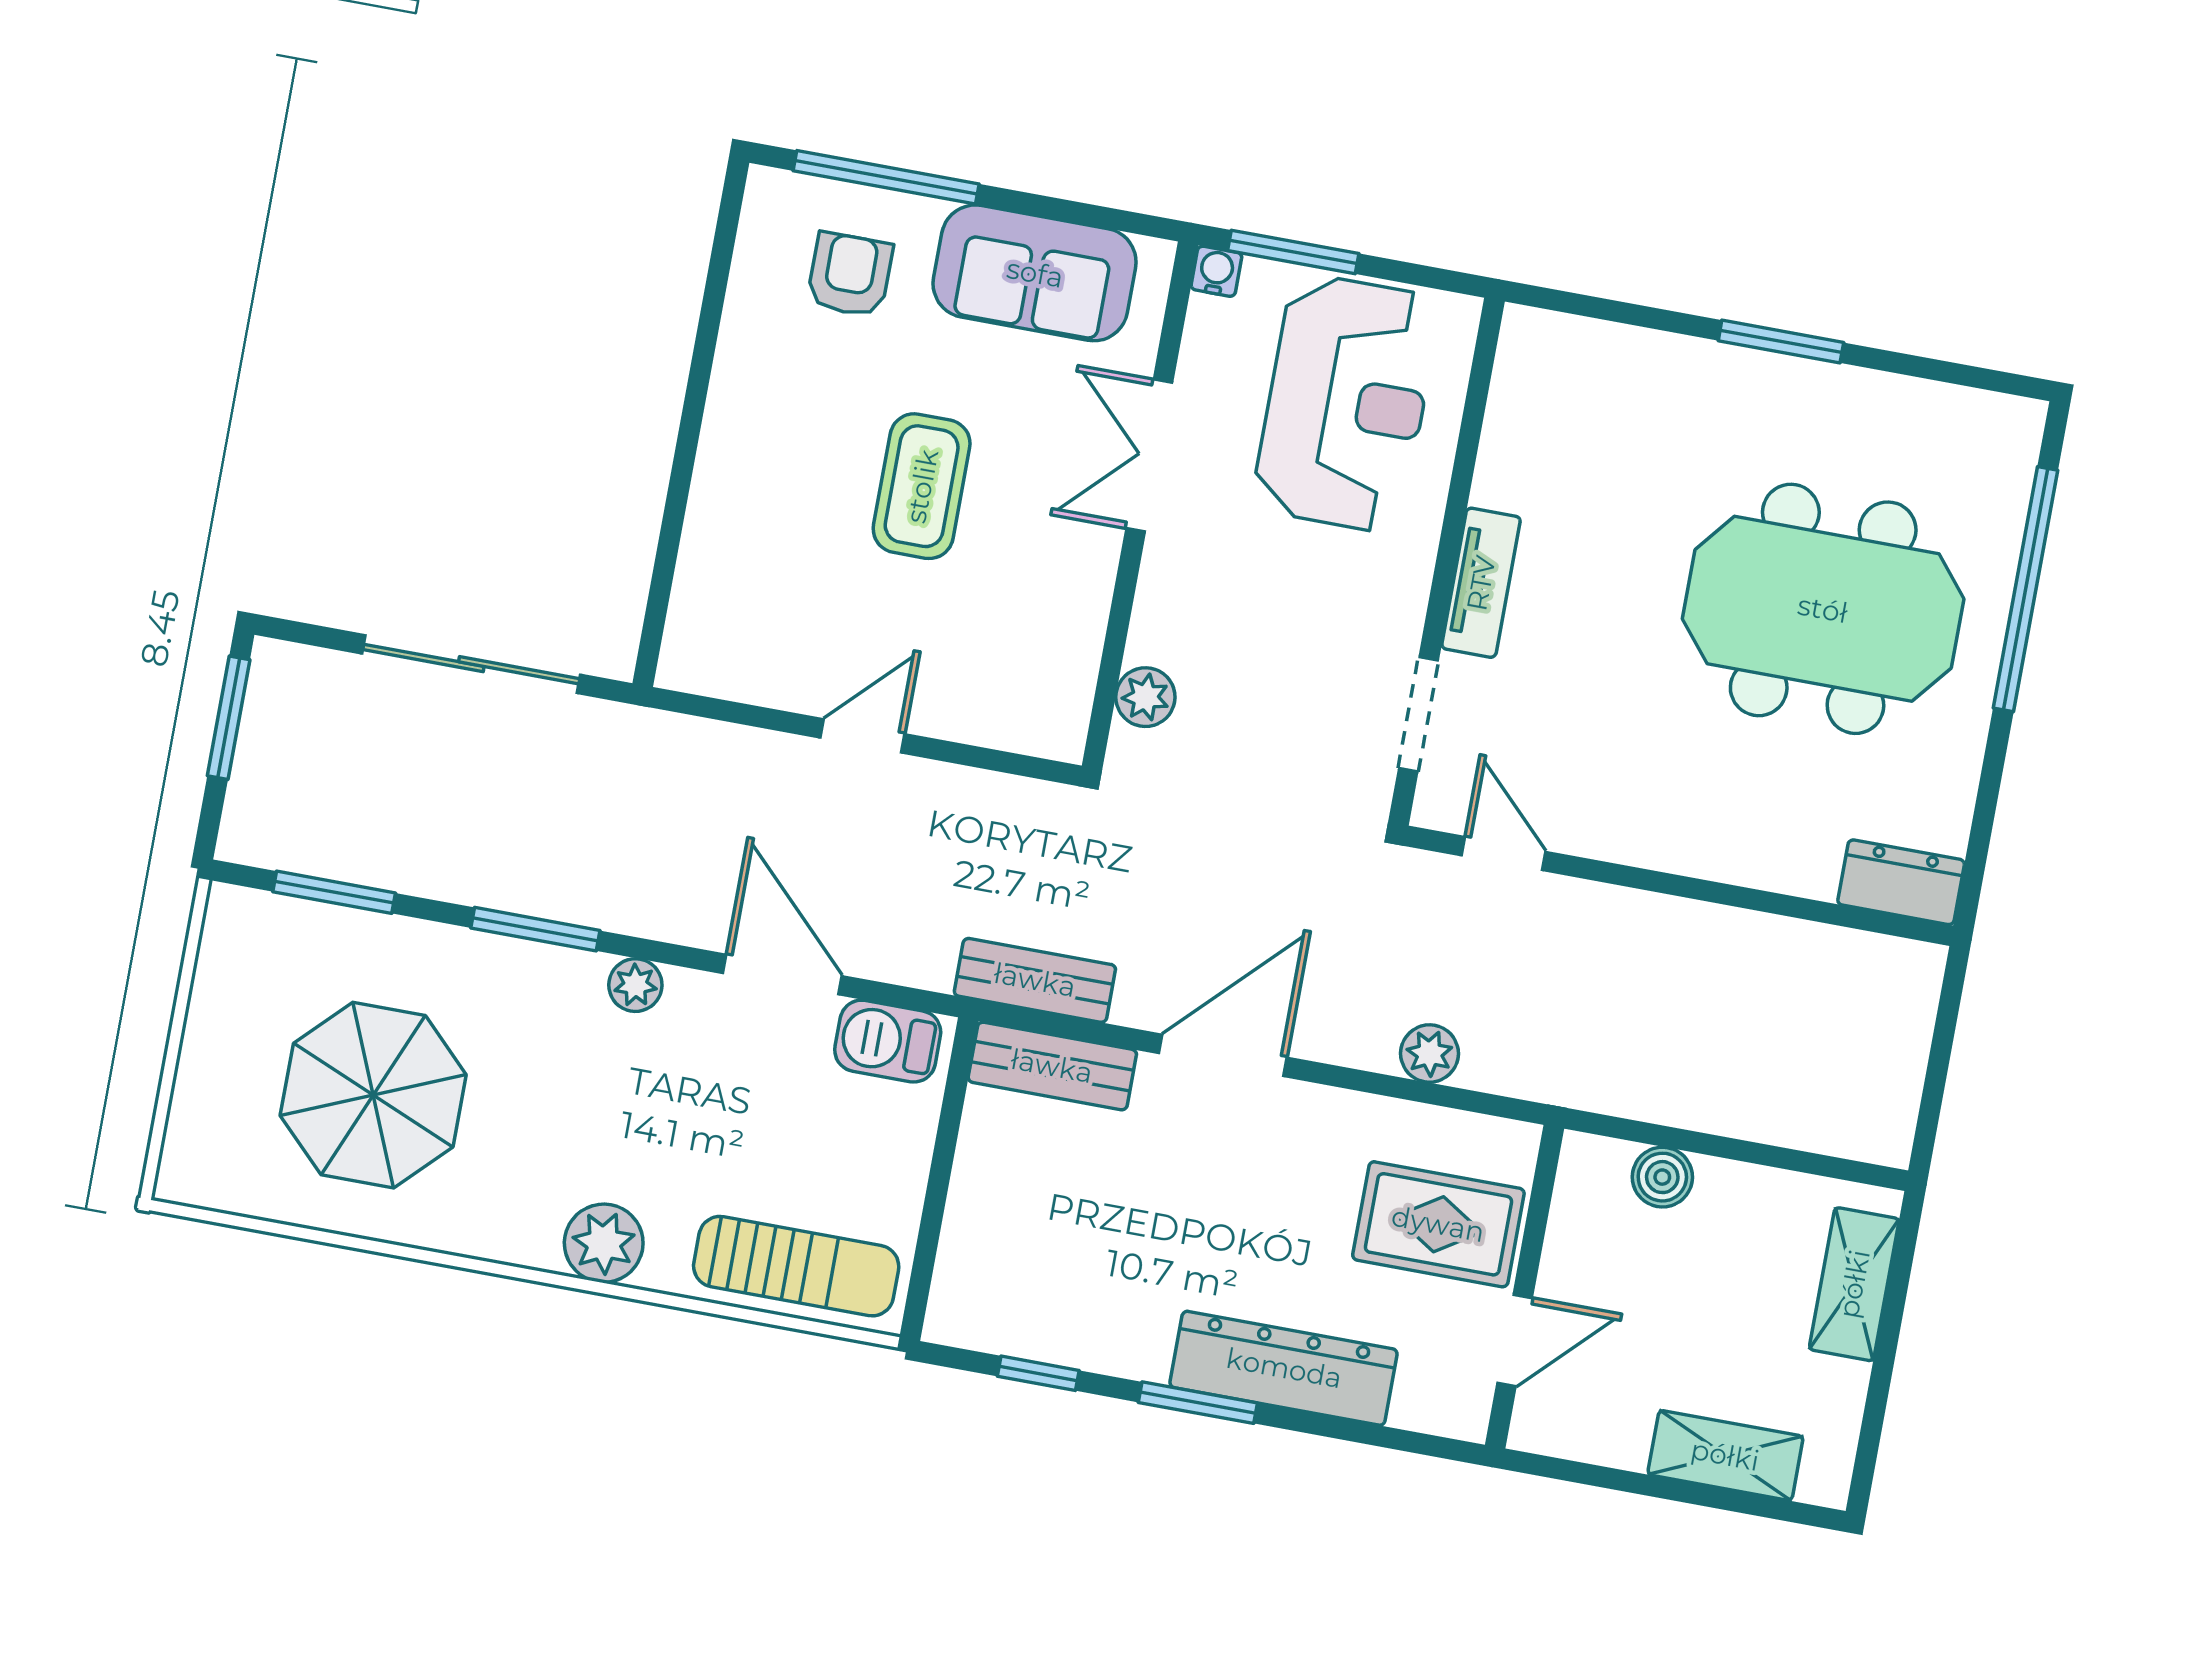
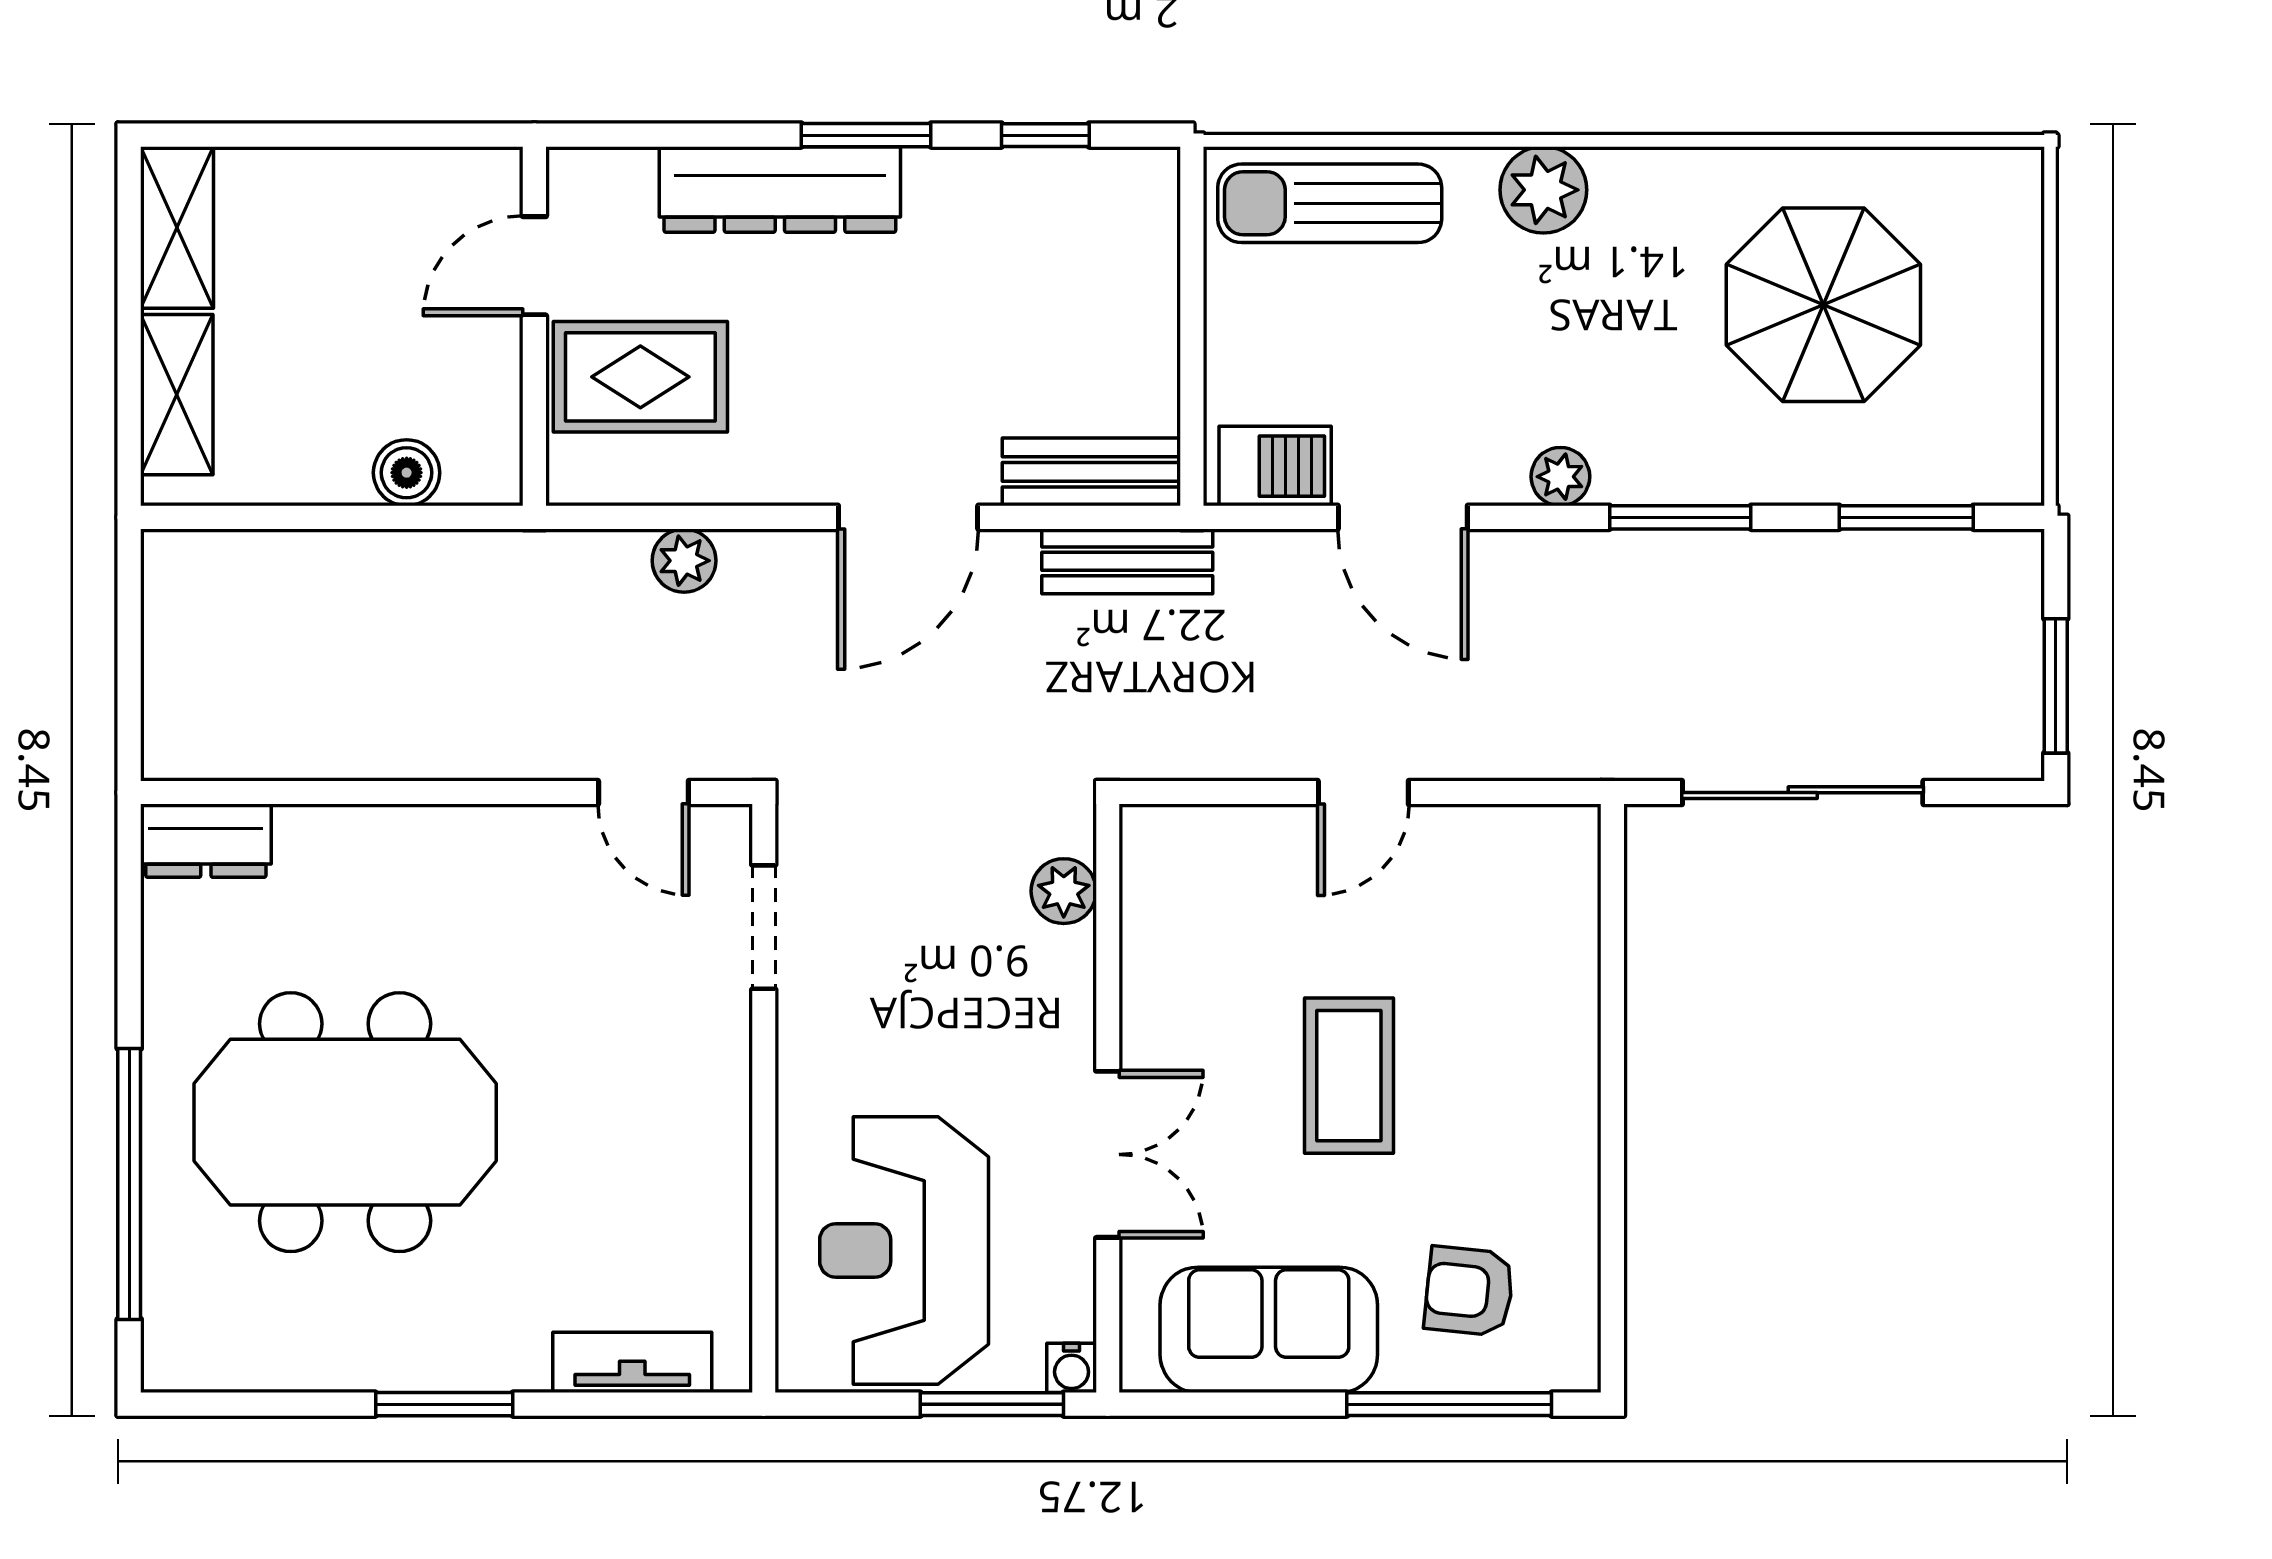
armchair: (850, 275) -> (1469, 1291), turned 96
tv unit: (1481, 583) -> (632, 1362), moved, turned 90
shelving: (1725, 1455) -> (177, 227), moved, turned 90

